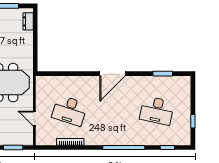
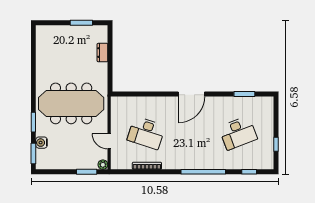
dresser: (28, 21) -> (102, 53), moved
desk: (157, 111) -> (238, 133), turned -33
plant: (28, 141) -> (103, 165), added

